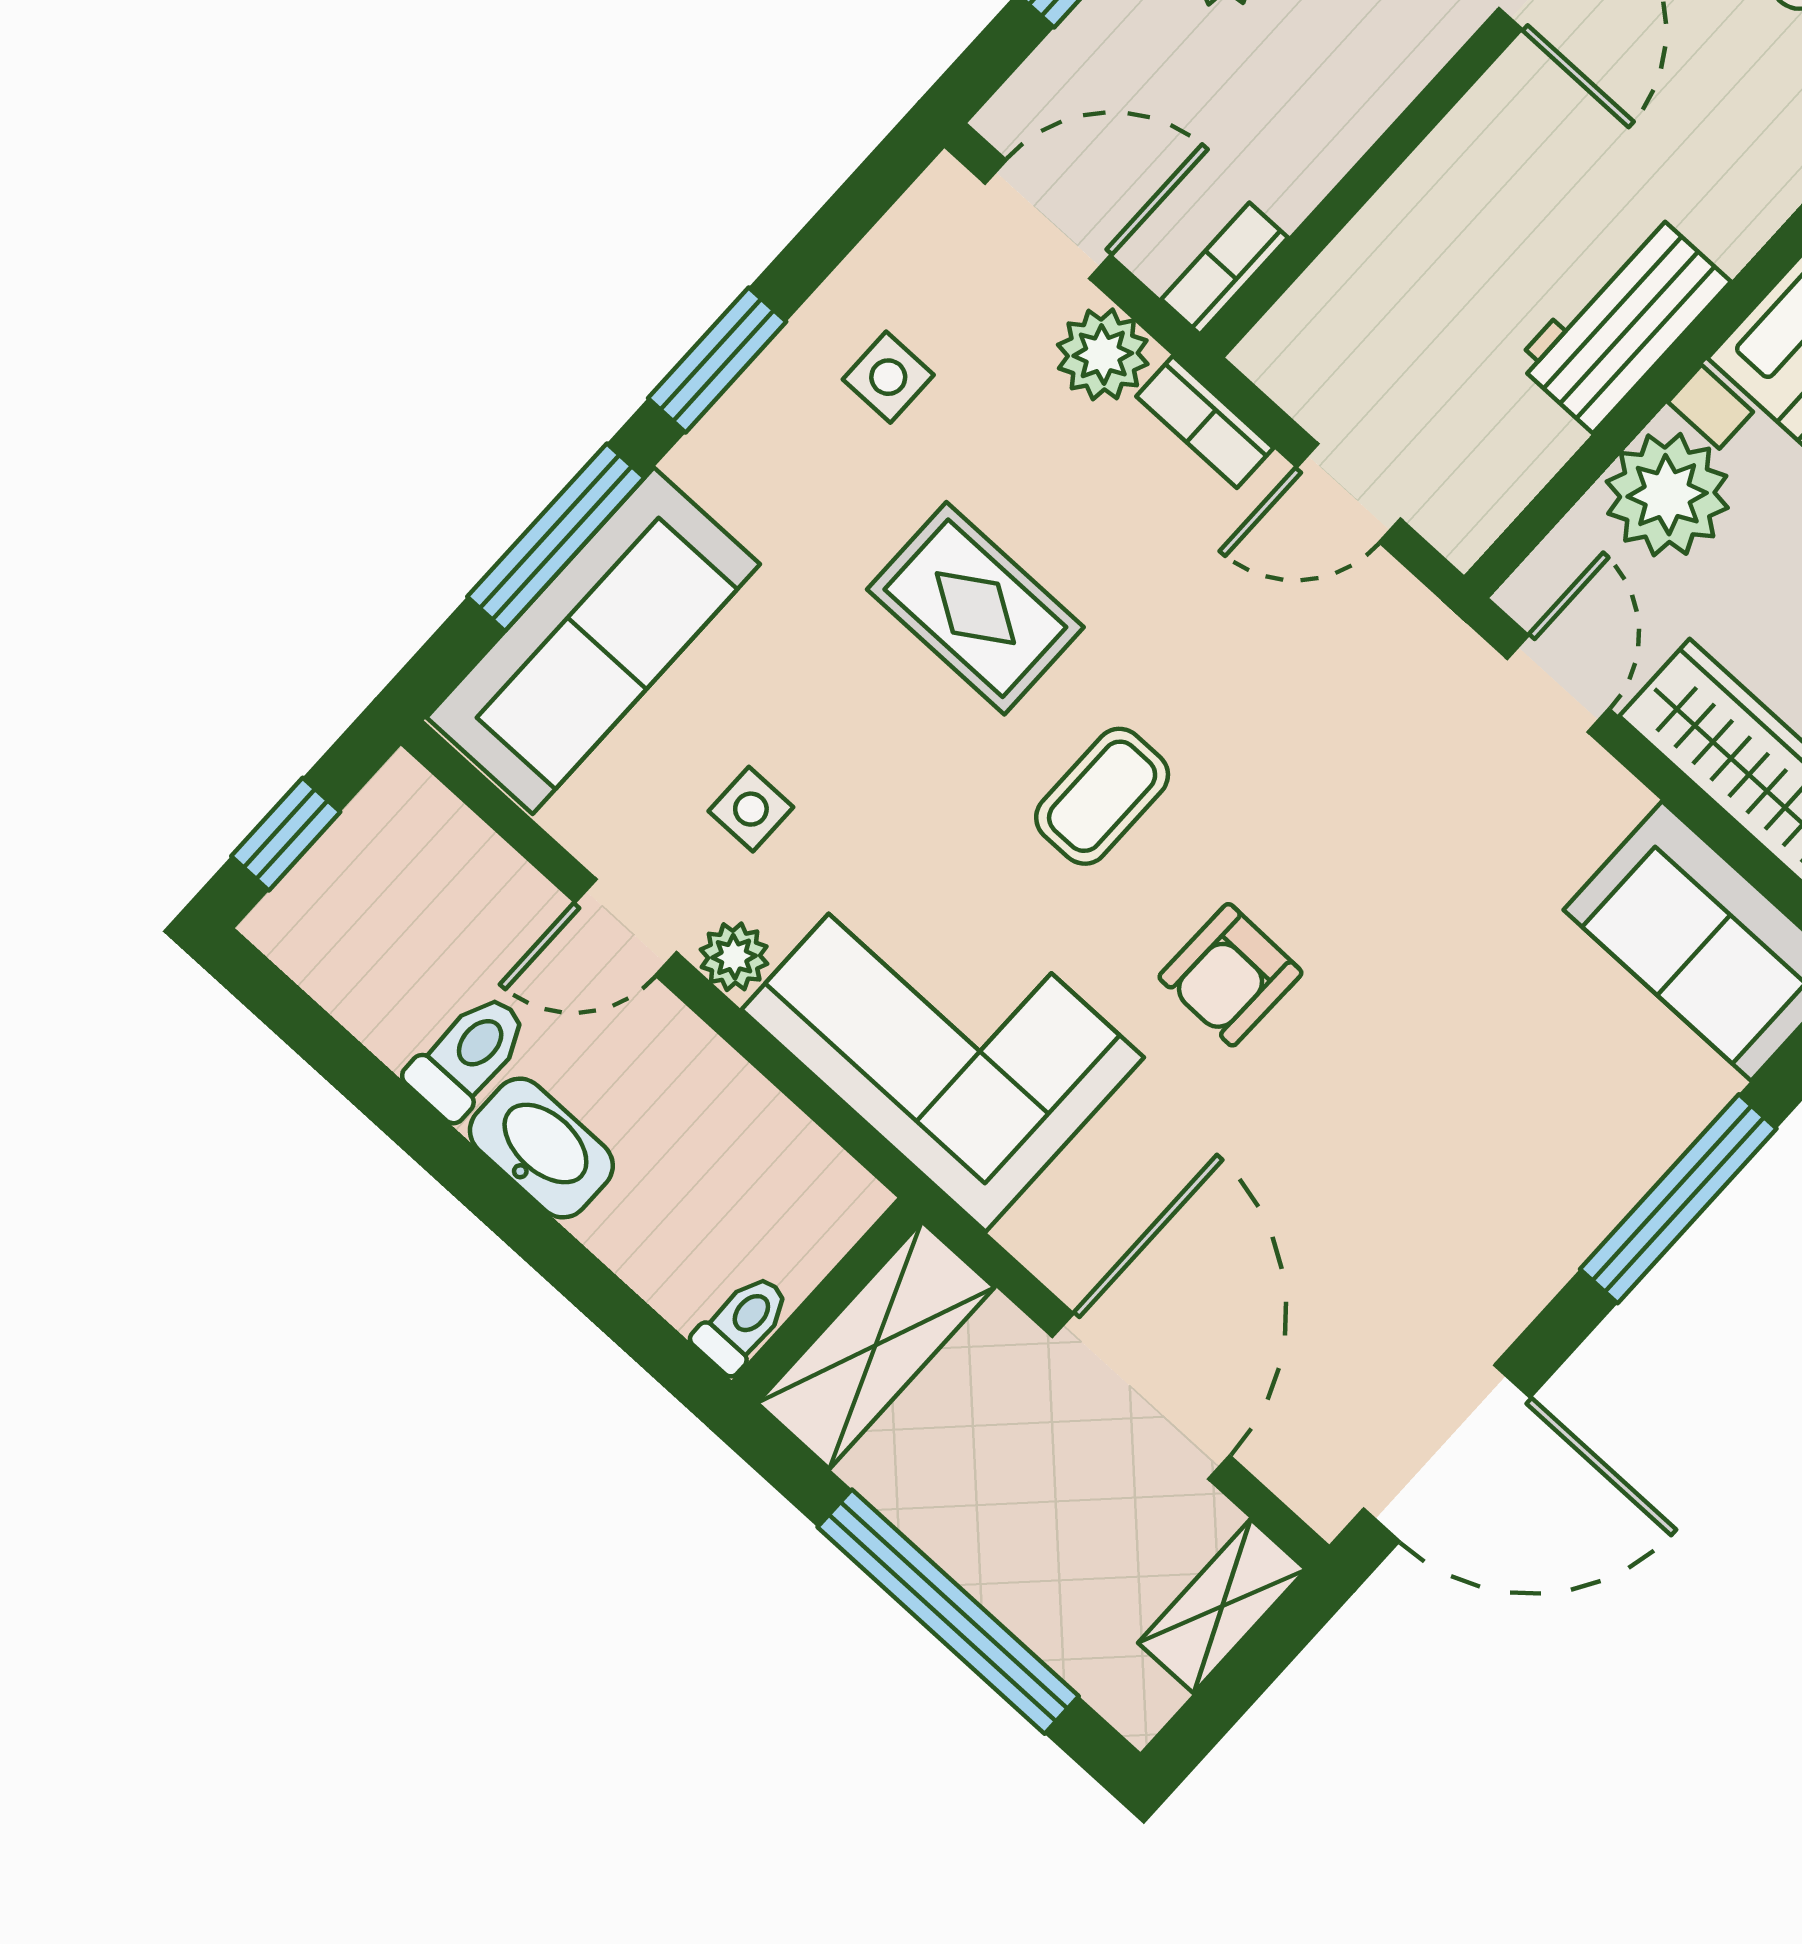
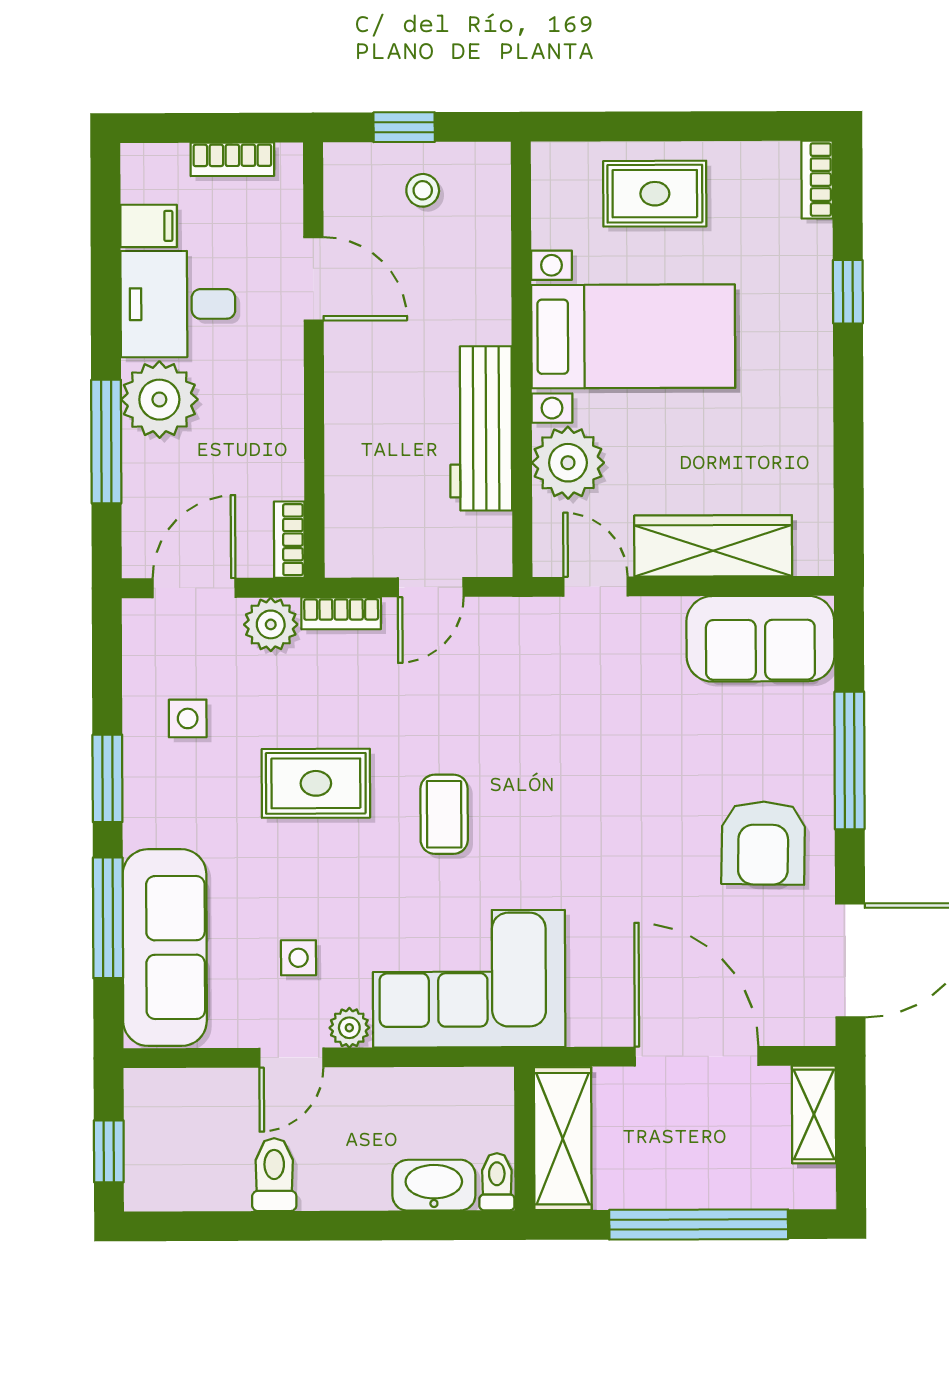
workbench: (1623, 322) -> (481, 428), width x1.38
armchair: (1230, 975) -> (763, 843), moved, width x1.38, depth x1.38
washbasin: (541, 1148) -> (434, 1185), moved

